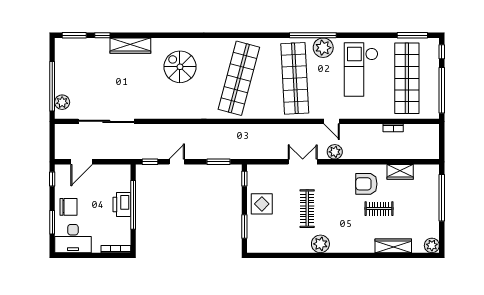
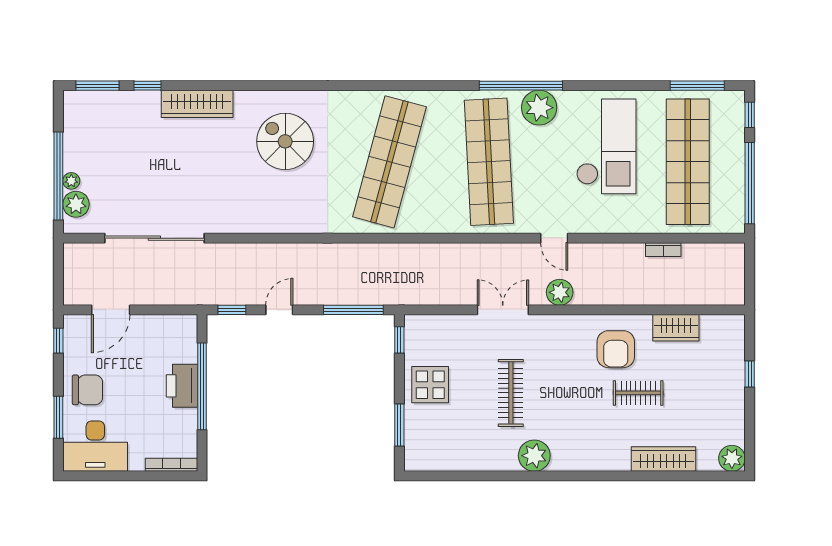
checkout: (361, 70) -> (606, 146), turned 180
plant: (59, 89) -> (71, 181), added
window: (218, 162) -> (353, 310), width x1.44
armchair: (366, 184) -> (616, 349), turned -90
window: (442, 198) -> (750, 374), width x0.32

